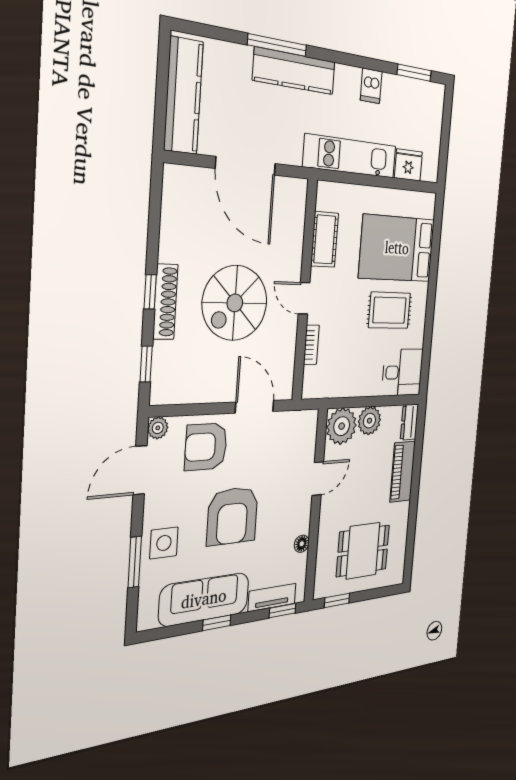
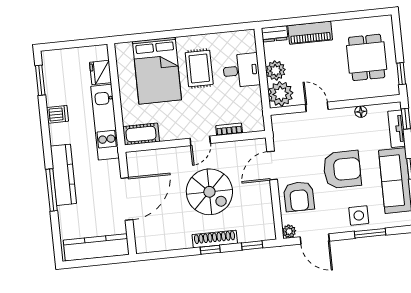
cot: (325, 239) -> (141, 134), moved
desk: (402, 372) -> (241, 70), moved, turned 90

